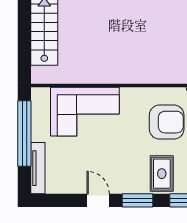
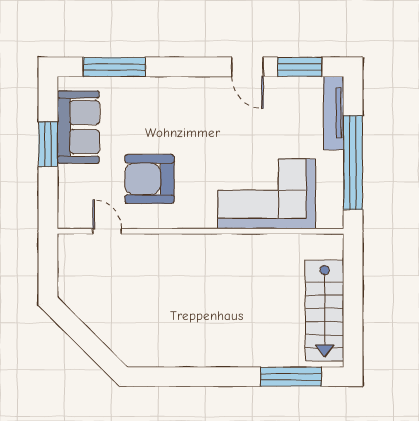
rug: (162, 174) -> (156, 105), removed
window: (138, 200) -> (300, 67), moved

